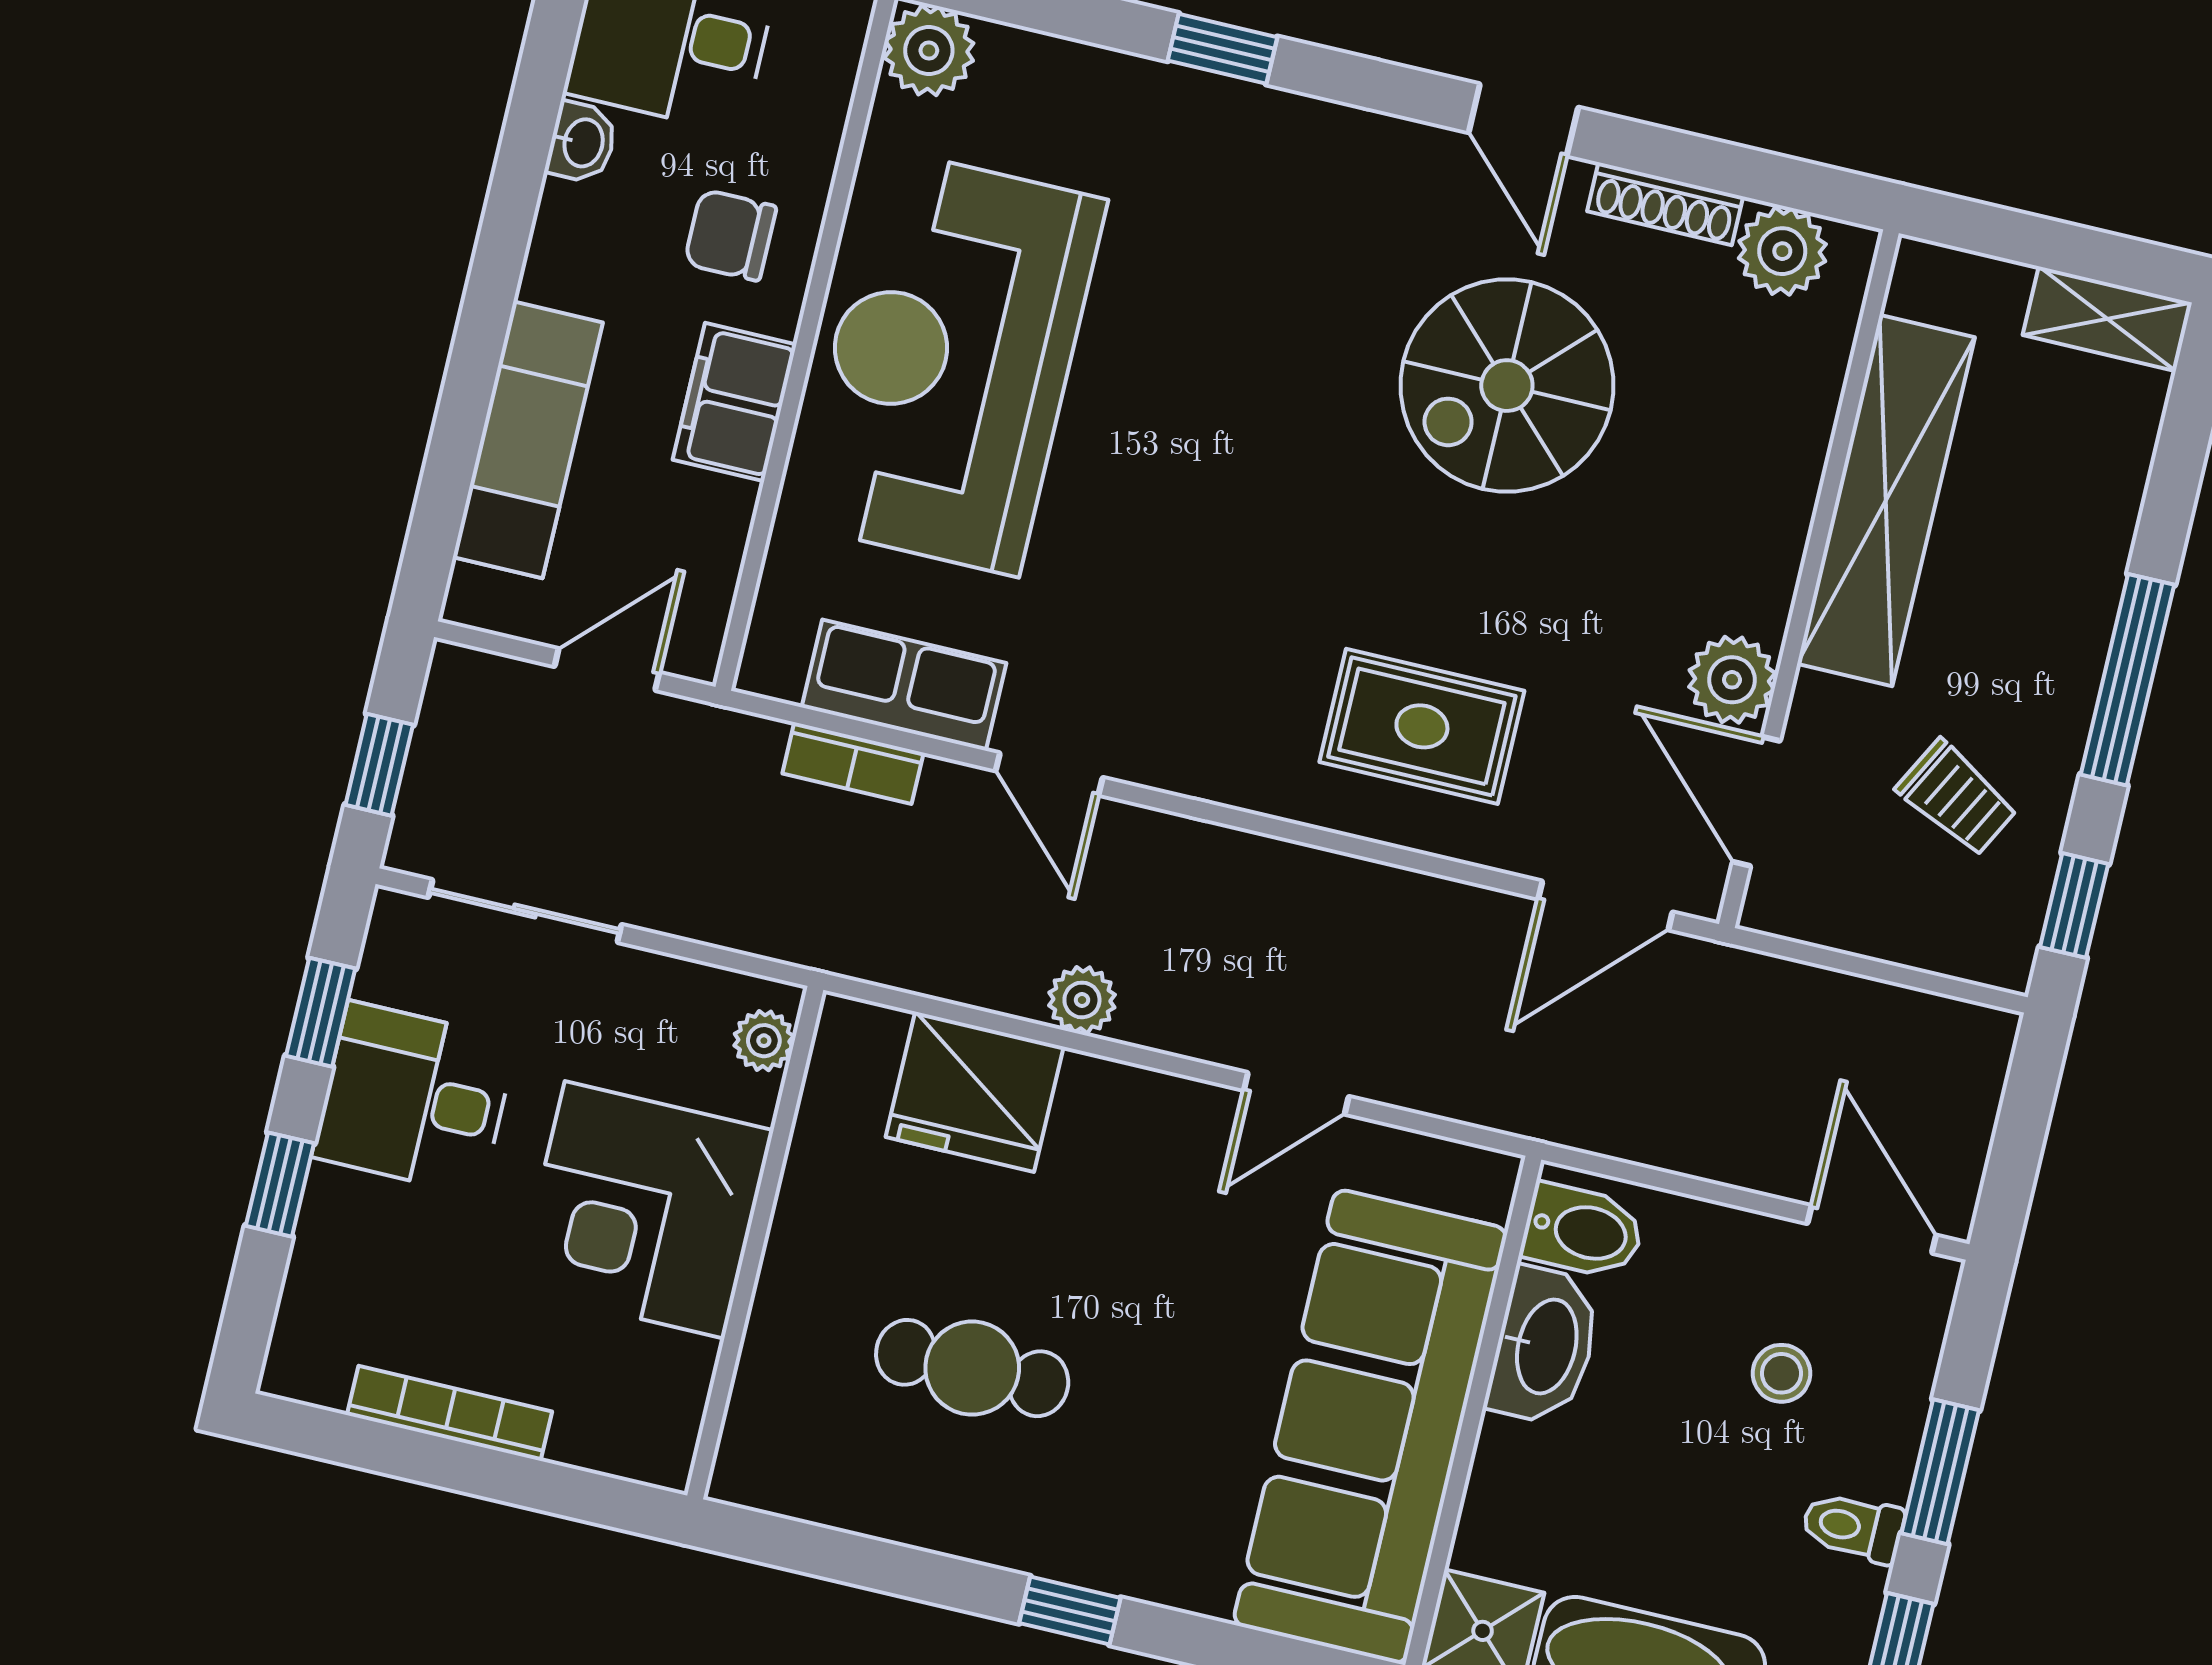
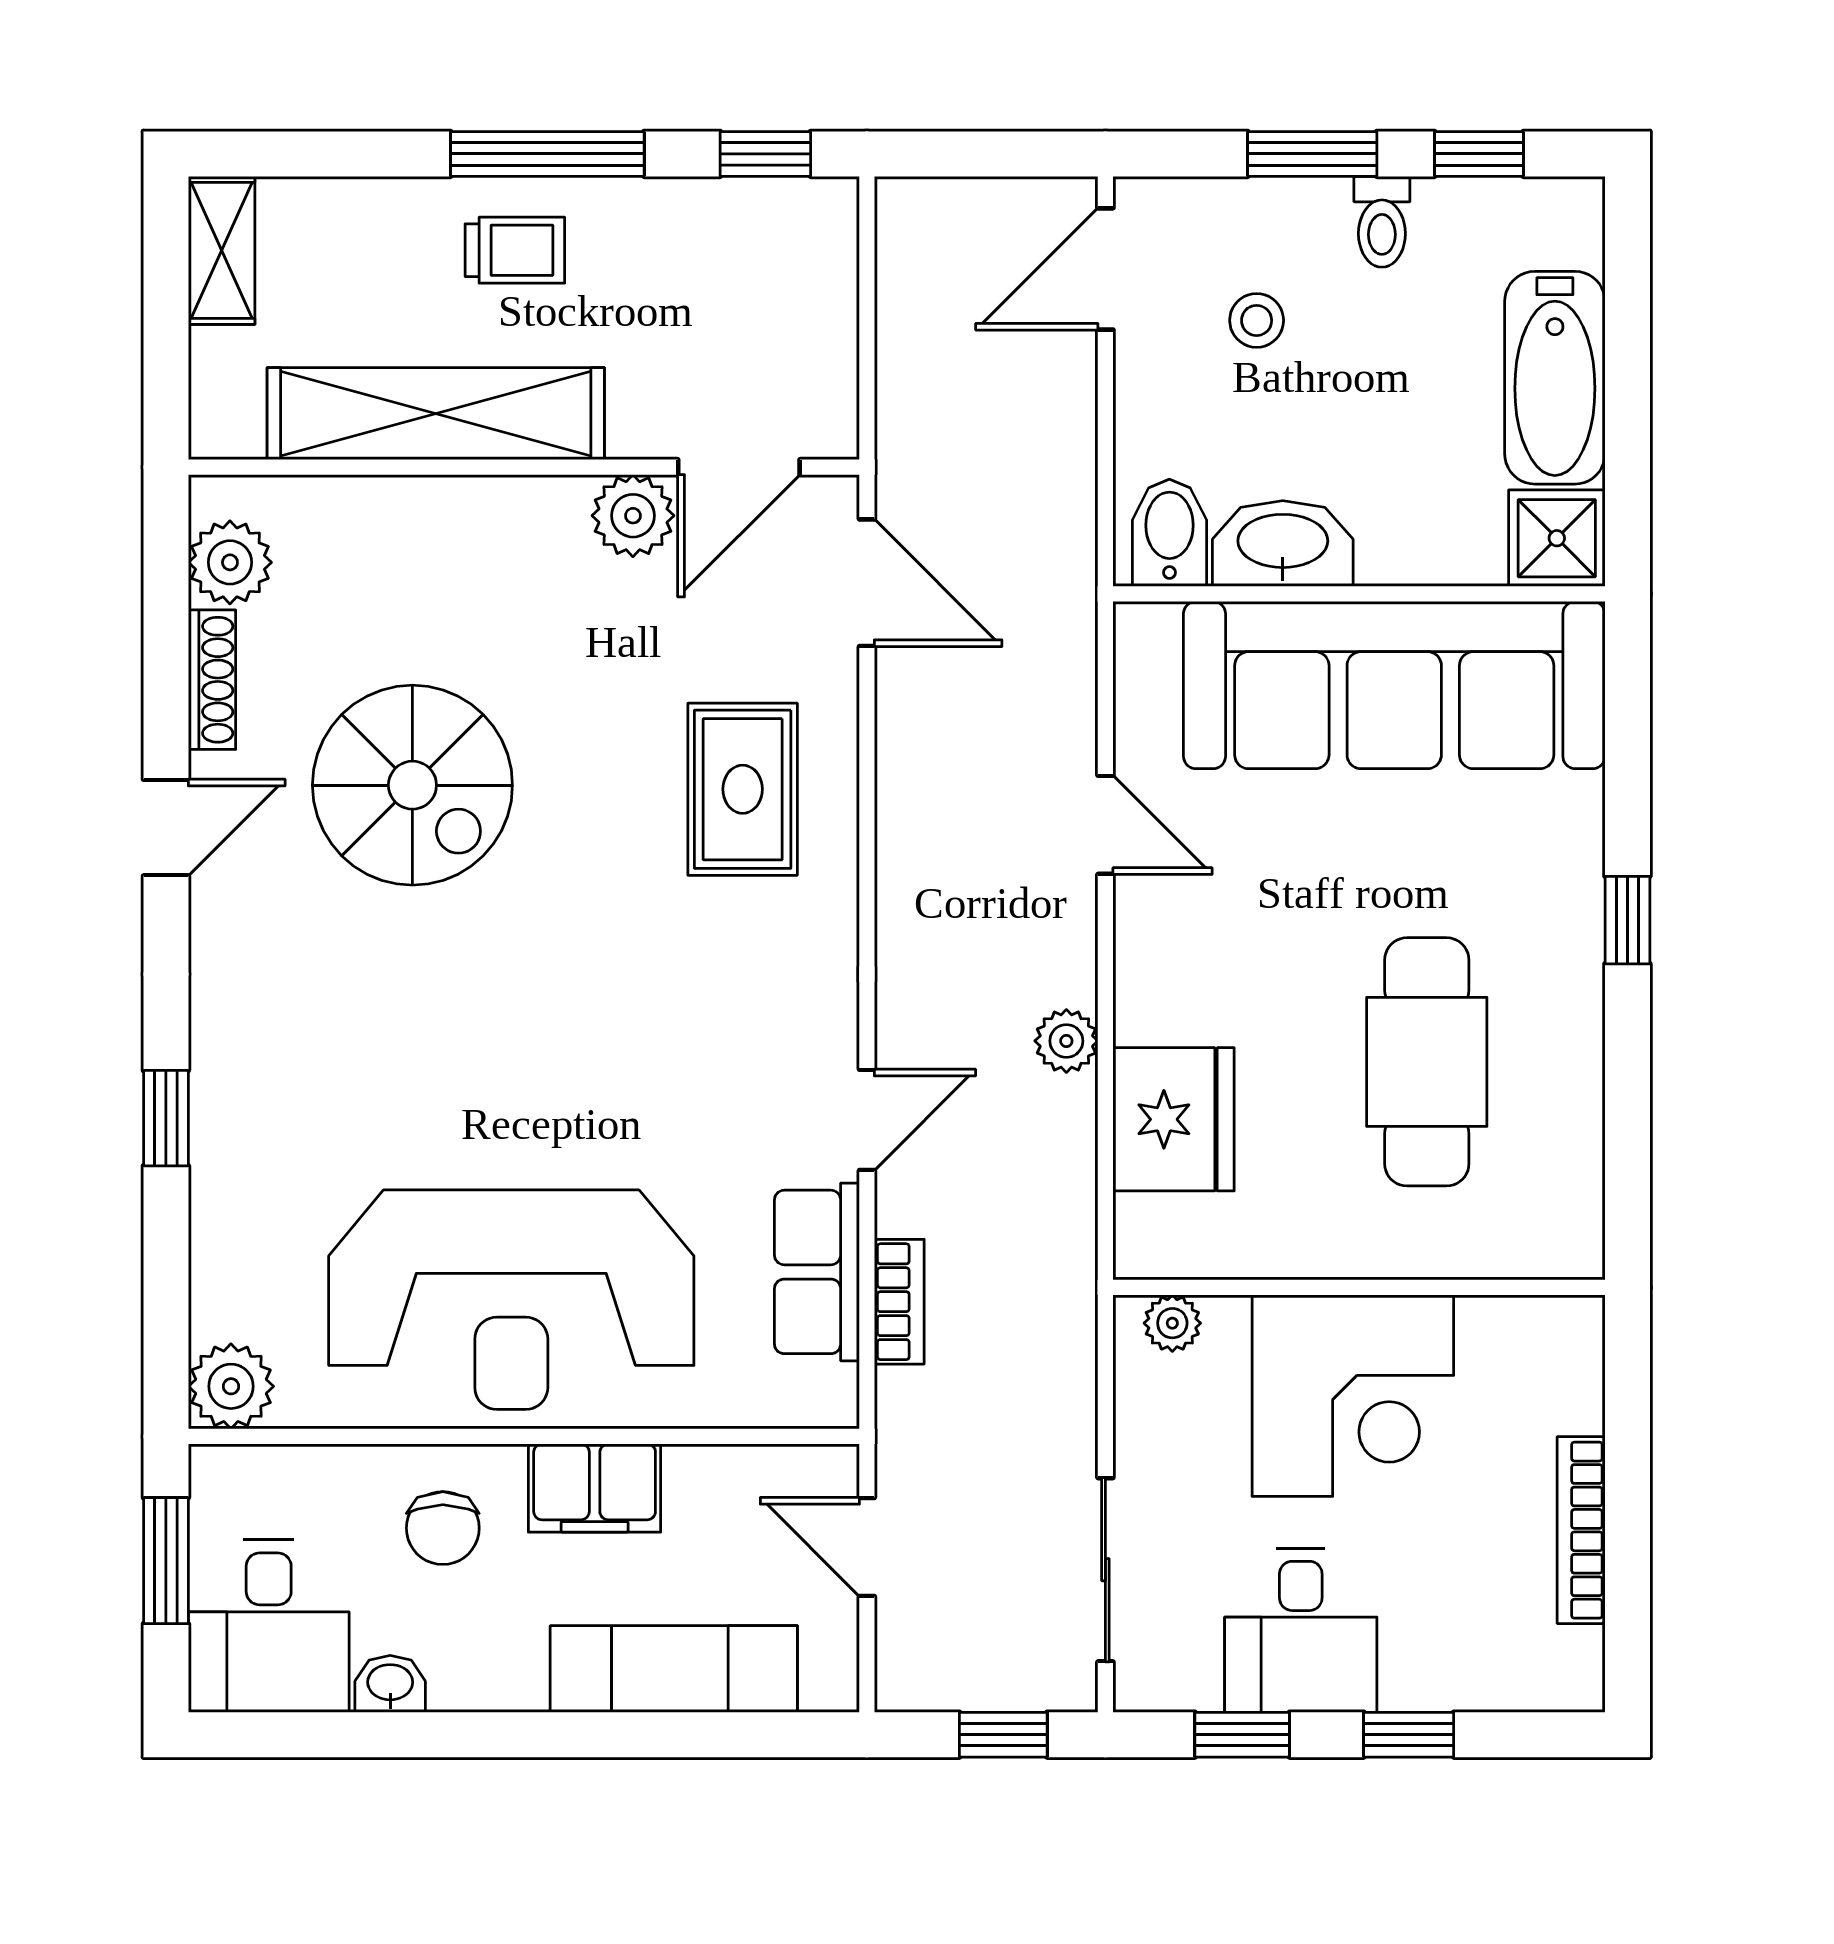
trolley: (1957, 798) -> (515, 250), moved, turned 62
cafe table: (972, 1368) -> (1427, 1062), width x1.37, depth x1.35

